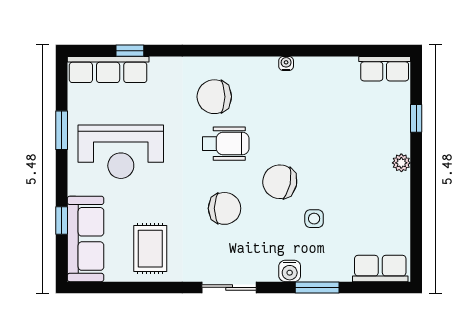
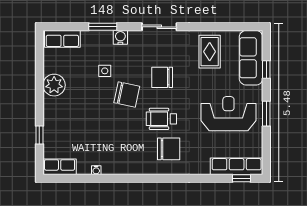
window: (130, 51) -> (242, 178), moved
water cooler: (286, 63) -> (96, 170), moved
window: (62, 130) -> (266, 114), moved
plant: (401, 163) -> (54, 85), moved, width x1.88, depth x1.88

